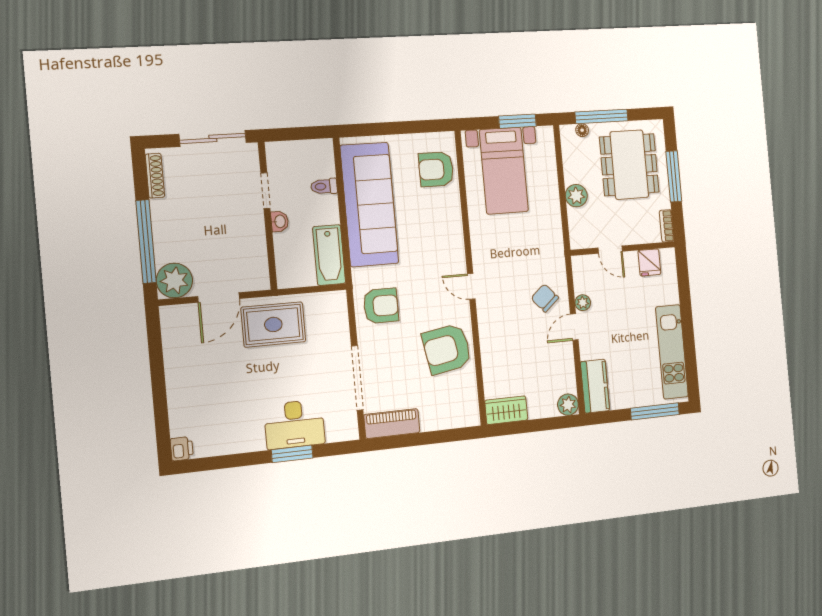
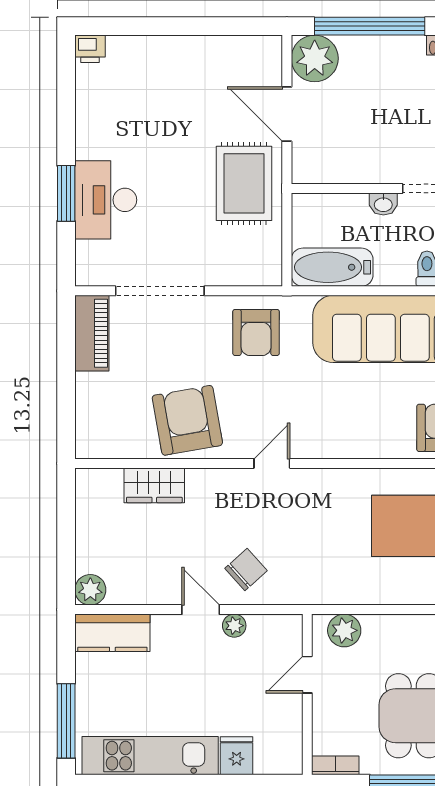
plant: (576, 196) -> (344, 630), moved
fridge: (649, 262) -> (237, 756), moved, turned 90
wardrobe: (506, 410) -> (154, 485), moved, turned 90

